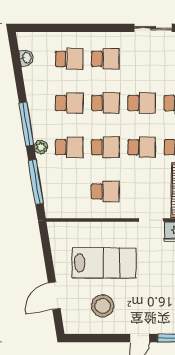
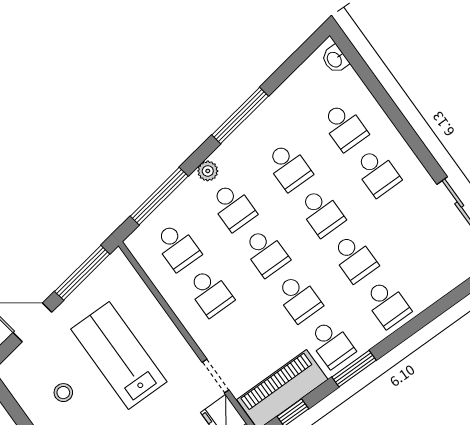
washbasin: (26, 58) -> (335, 59), moved, turned 99
window: (26, 124) -> (240, 116), moved
school desk: (69, 191) -> (177, 247), added
window: (47, 251) -> (82, 273), added
lab bench: (104, 263) -> (119, 355), turned 180
stool: (103, 306) -> (63, 393), width x0.53, depth x0.53

